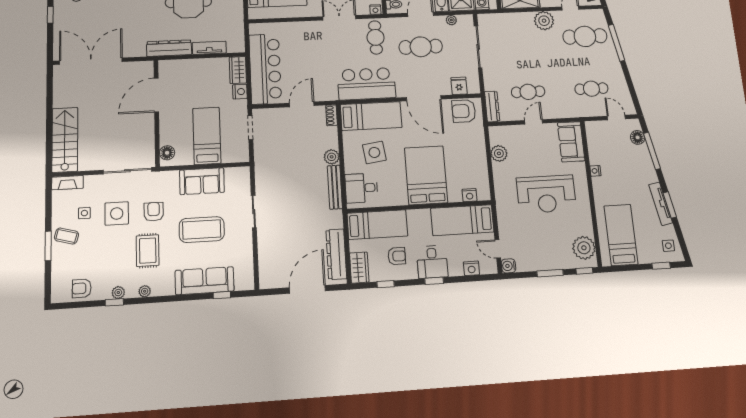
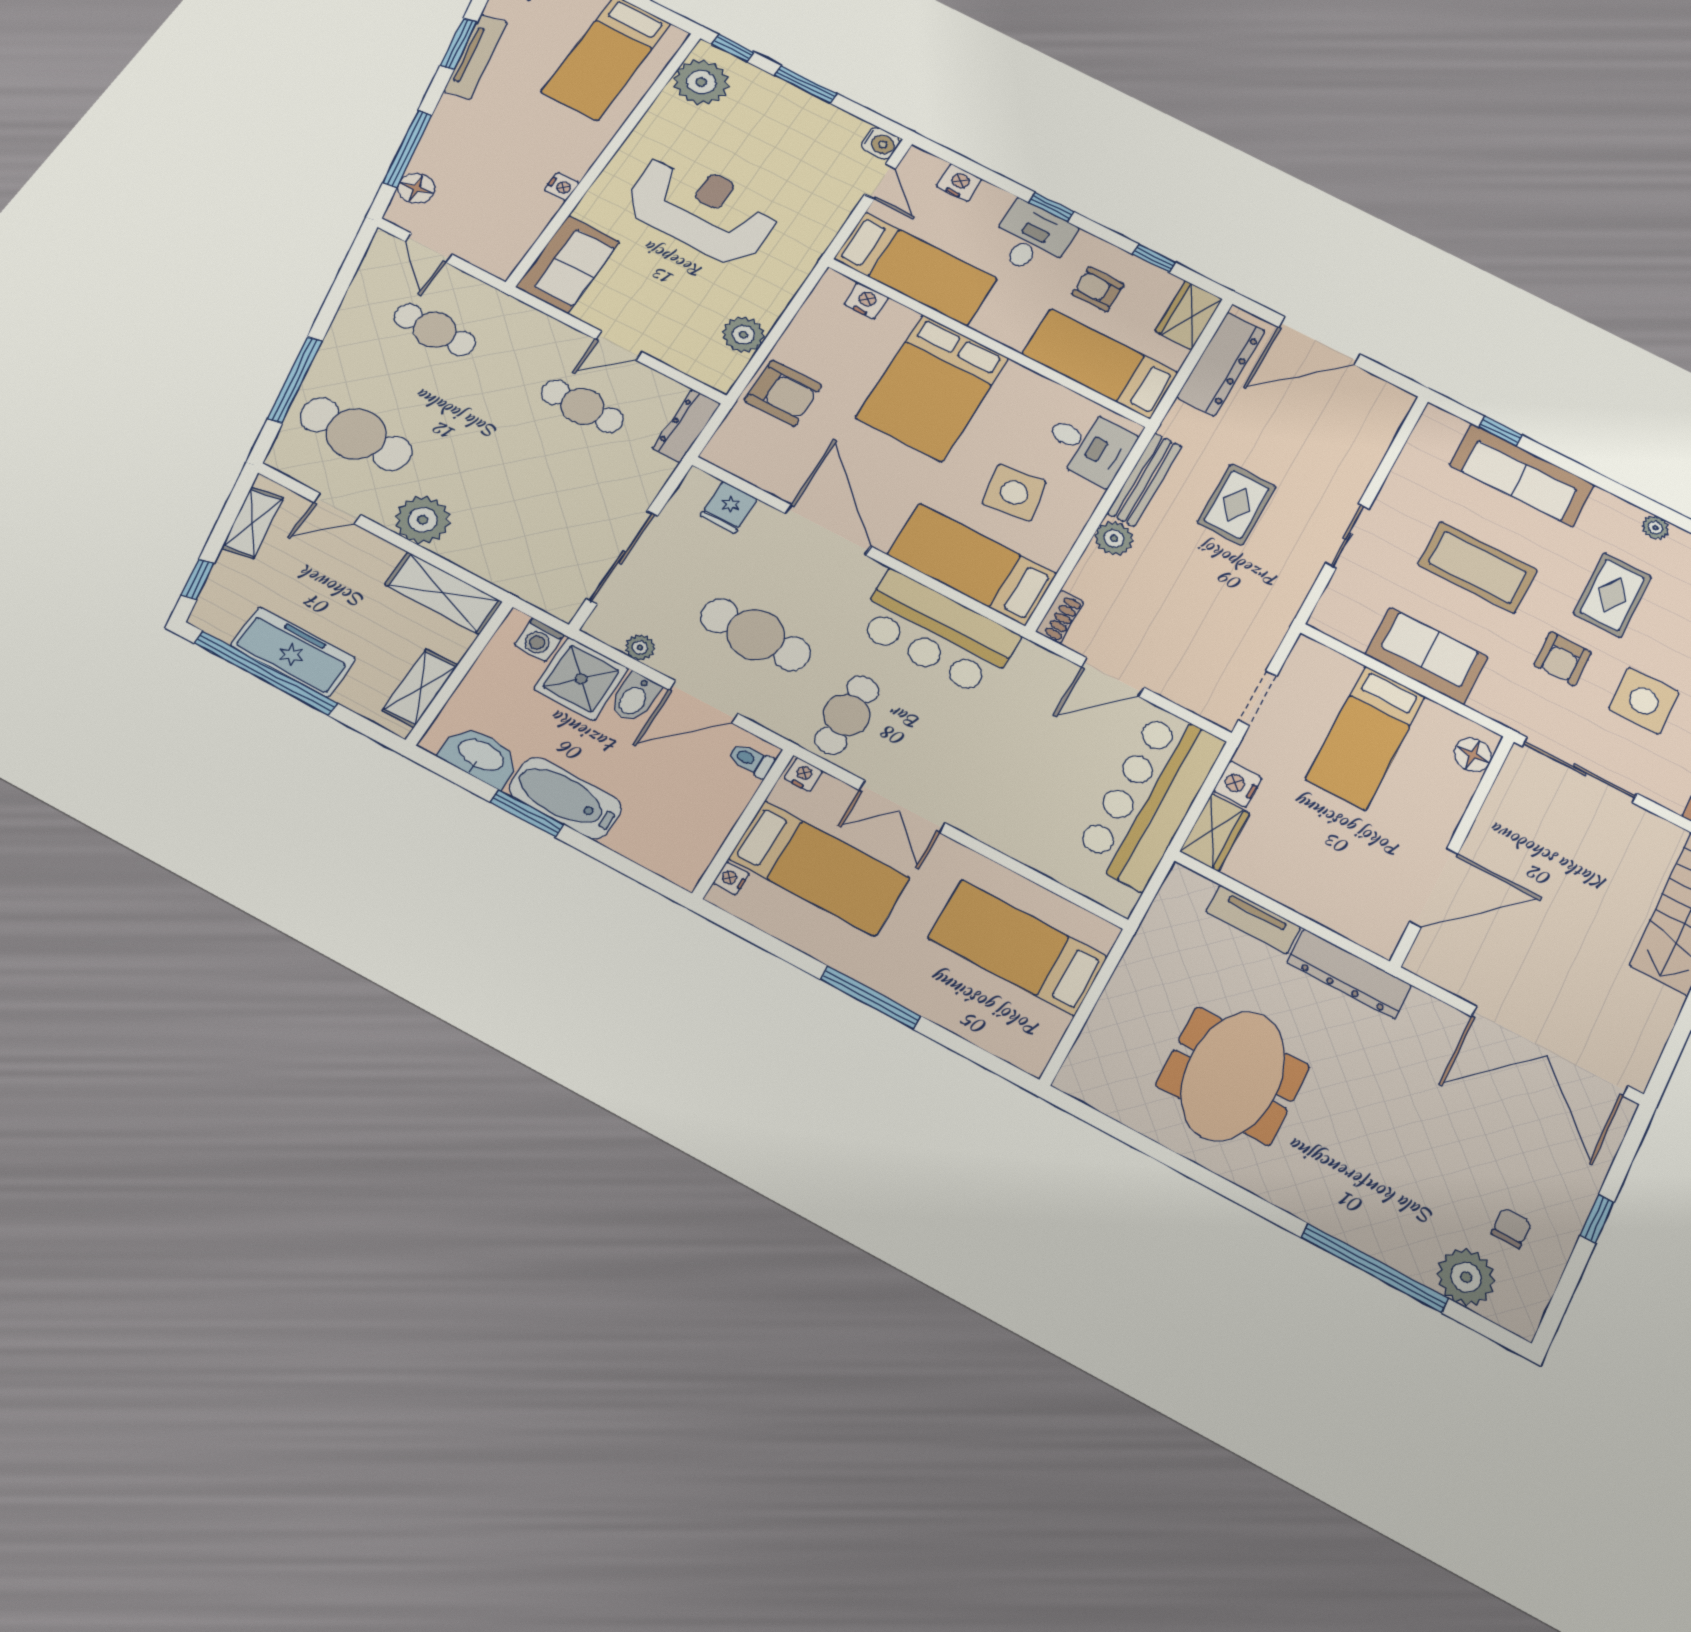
armchair: (464, 111) -> (783, 393), moved
rug: (298, 198) -> (1237, 505), added

